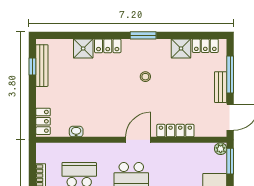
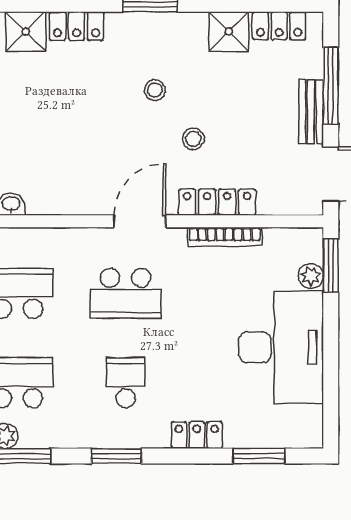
stool: (164, 100) -> (193, 139), added
bookcase: (179, 147) -> (225, 237), added
plant: (221, 149) -> (311, 276), moved

